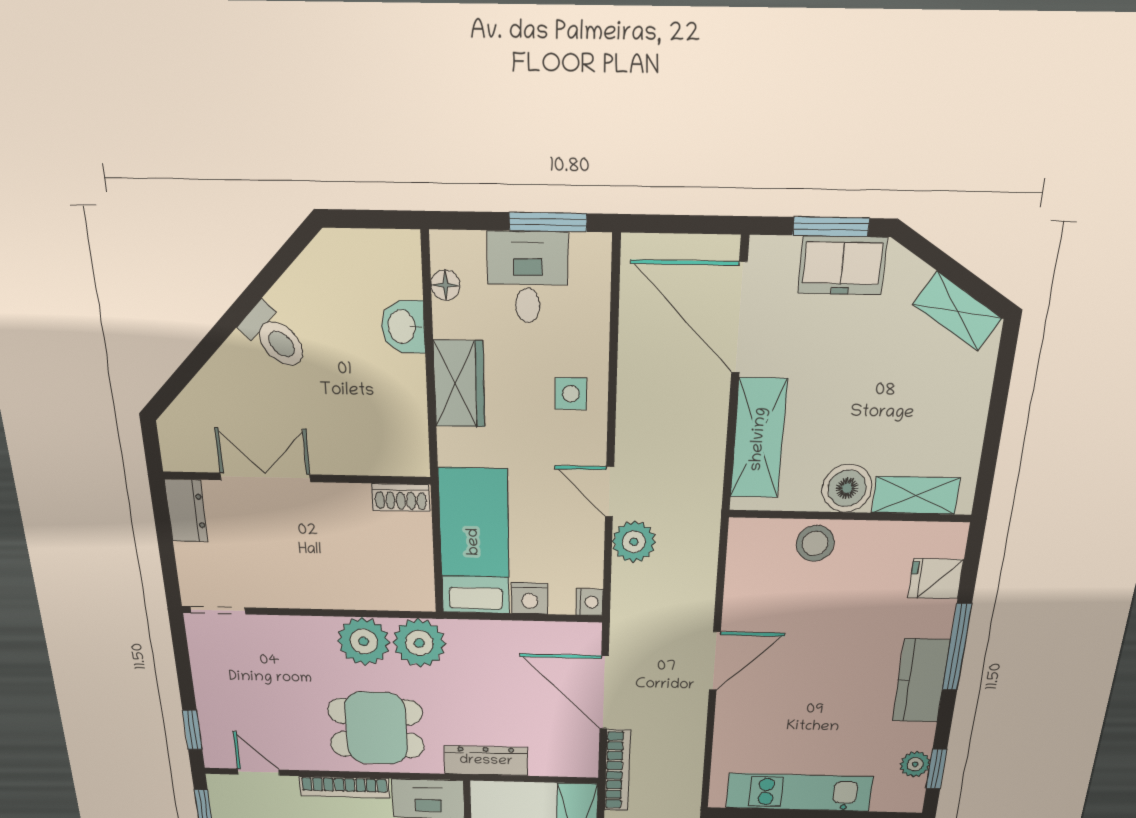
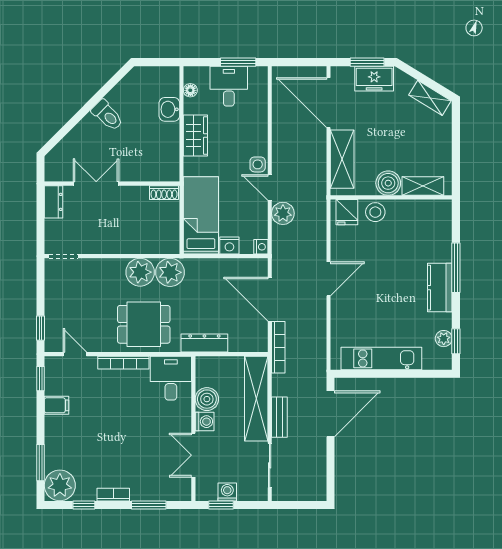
side table: (571, 394) -> (258, 164), moved
fridge: (936, 579) -> (347, 212), moved, turned -90

